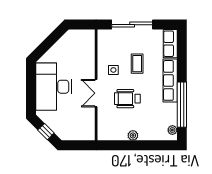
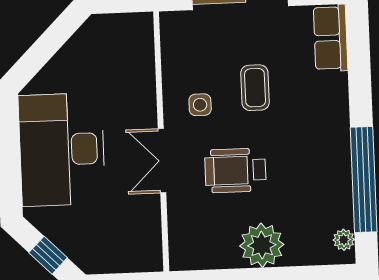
row of seats: (170, 80) -> (334, 124), removed
plant: (133, 135) -> (262, 245), width x1.87, depth x1.87

